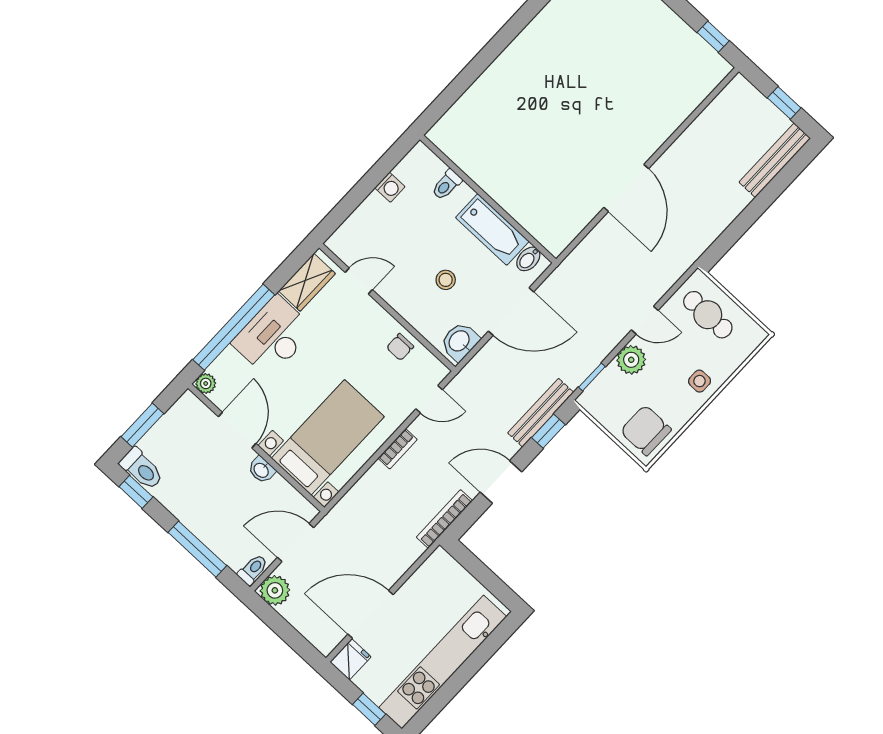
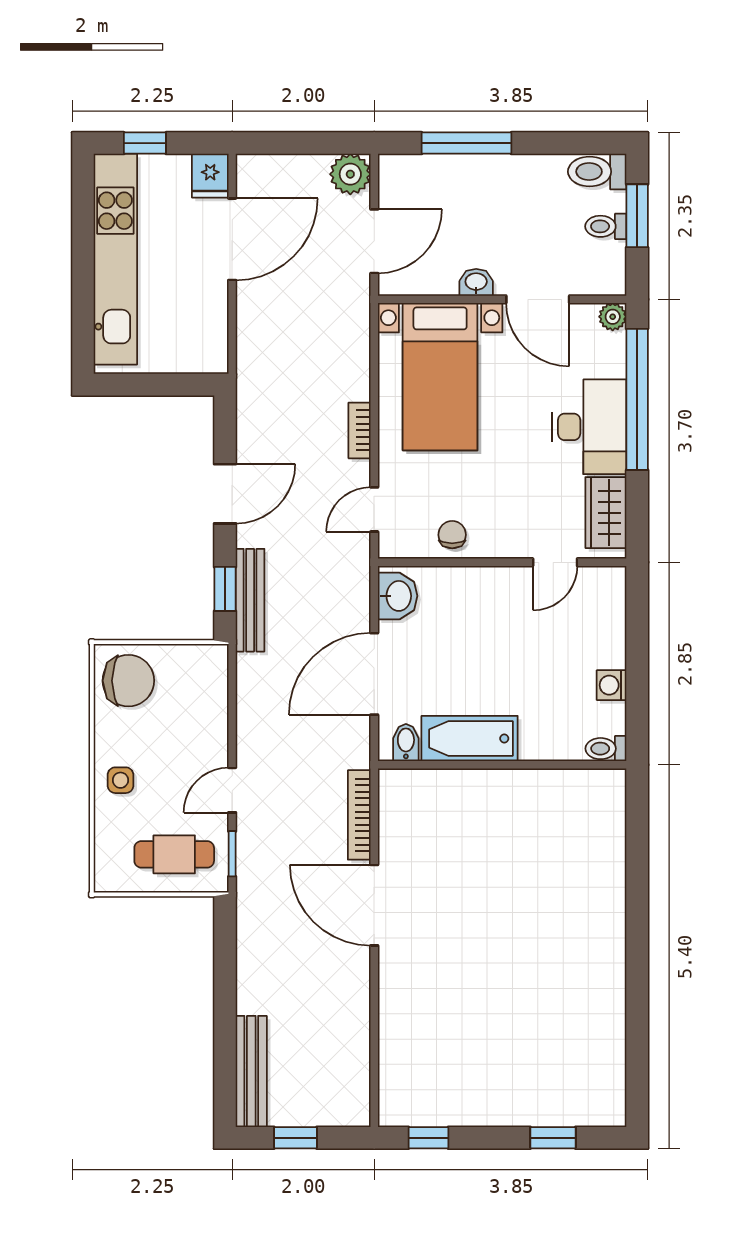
toilet: (447, 185) -> (606, 749), moved, turned -90
stool: (446, 280) -> (469, 644), removed
plant: (631, 360) -> (209, 738), removed
window: (592, 377) -> (232, 854), moved
window: (136, 492) -> (581, 143), removed
bookcase: (444, 519) -> (359, 815), moved, turned 180
toilet: (253, 570) -> (606, 226), moved, turned 90

